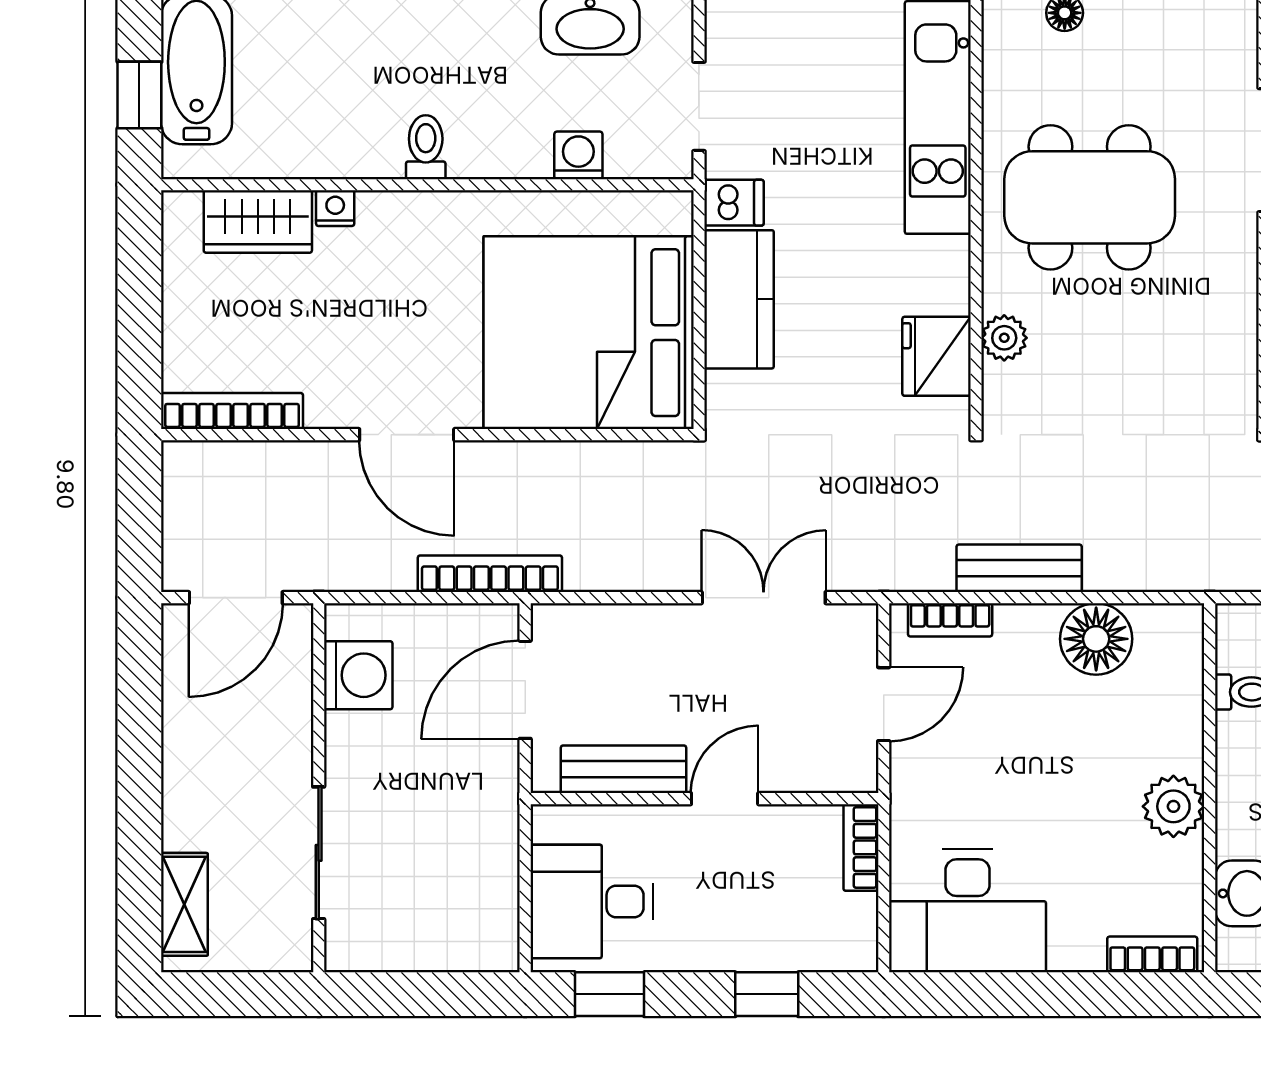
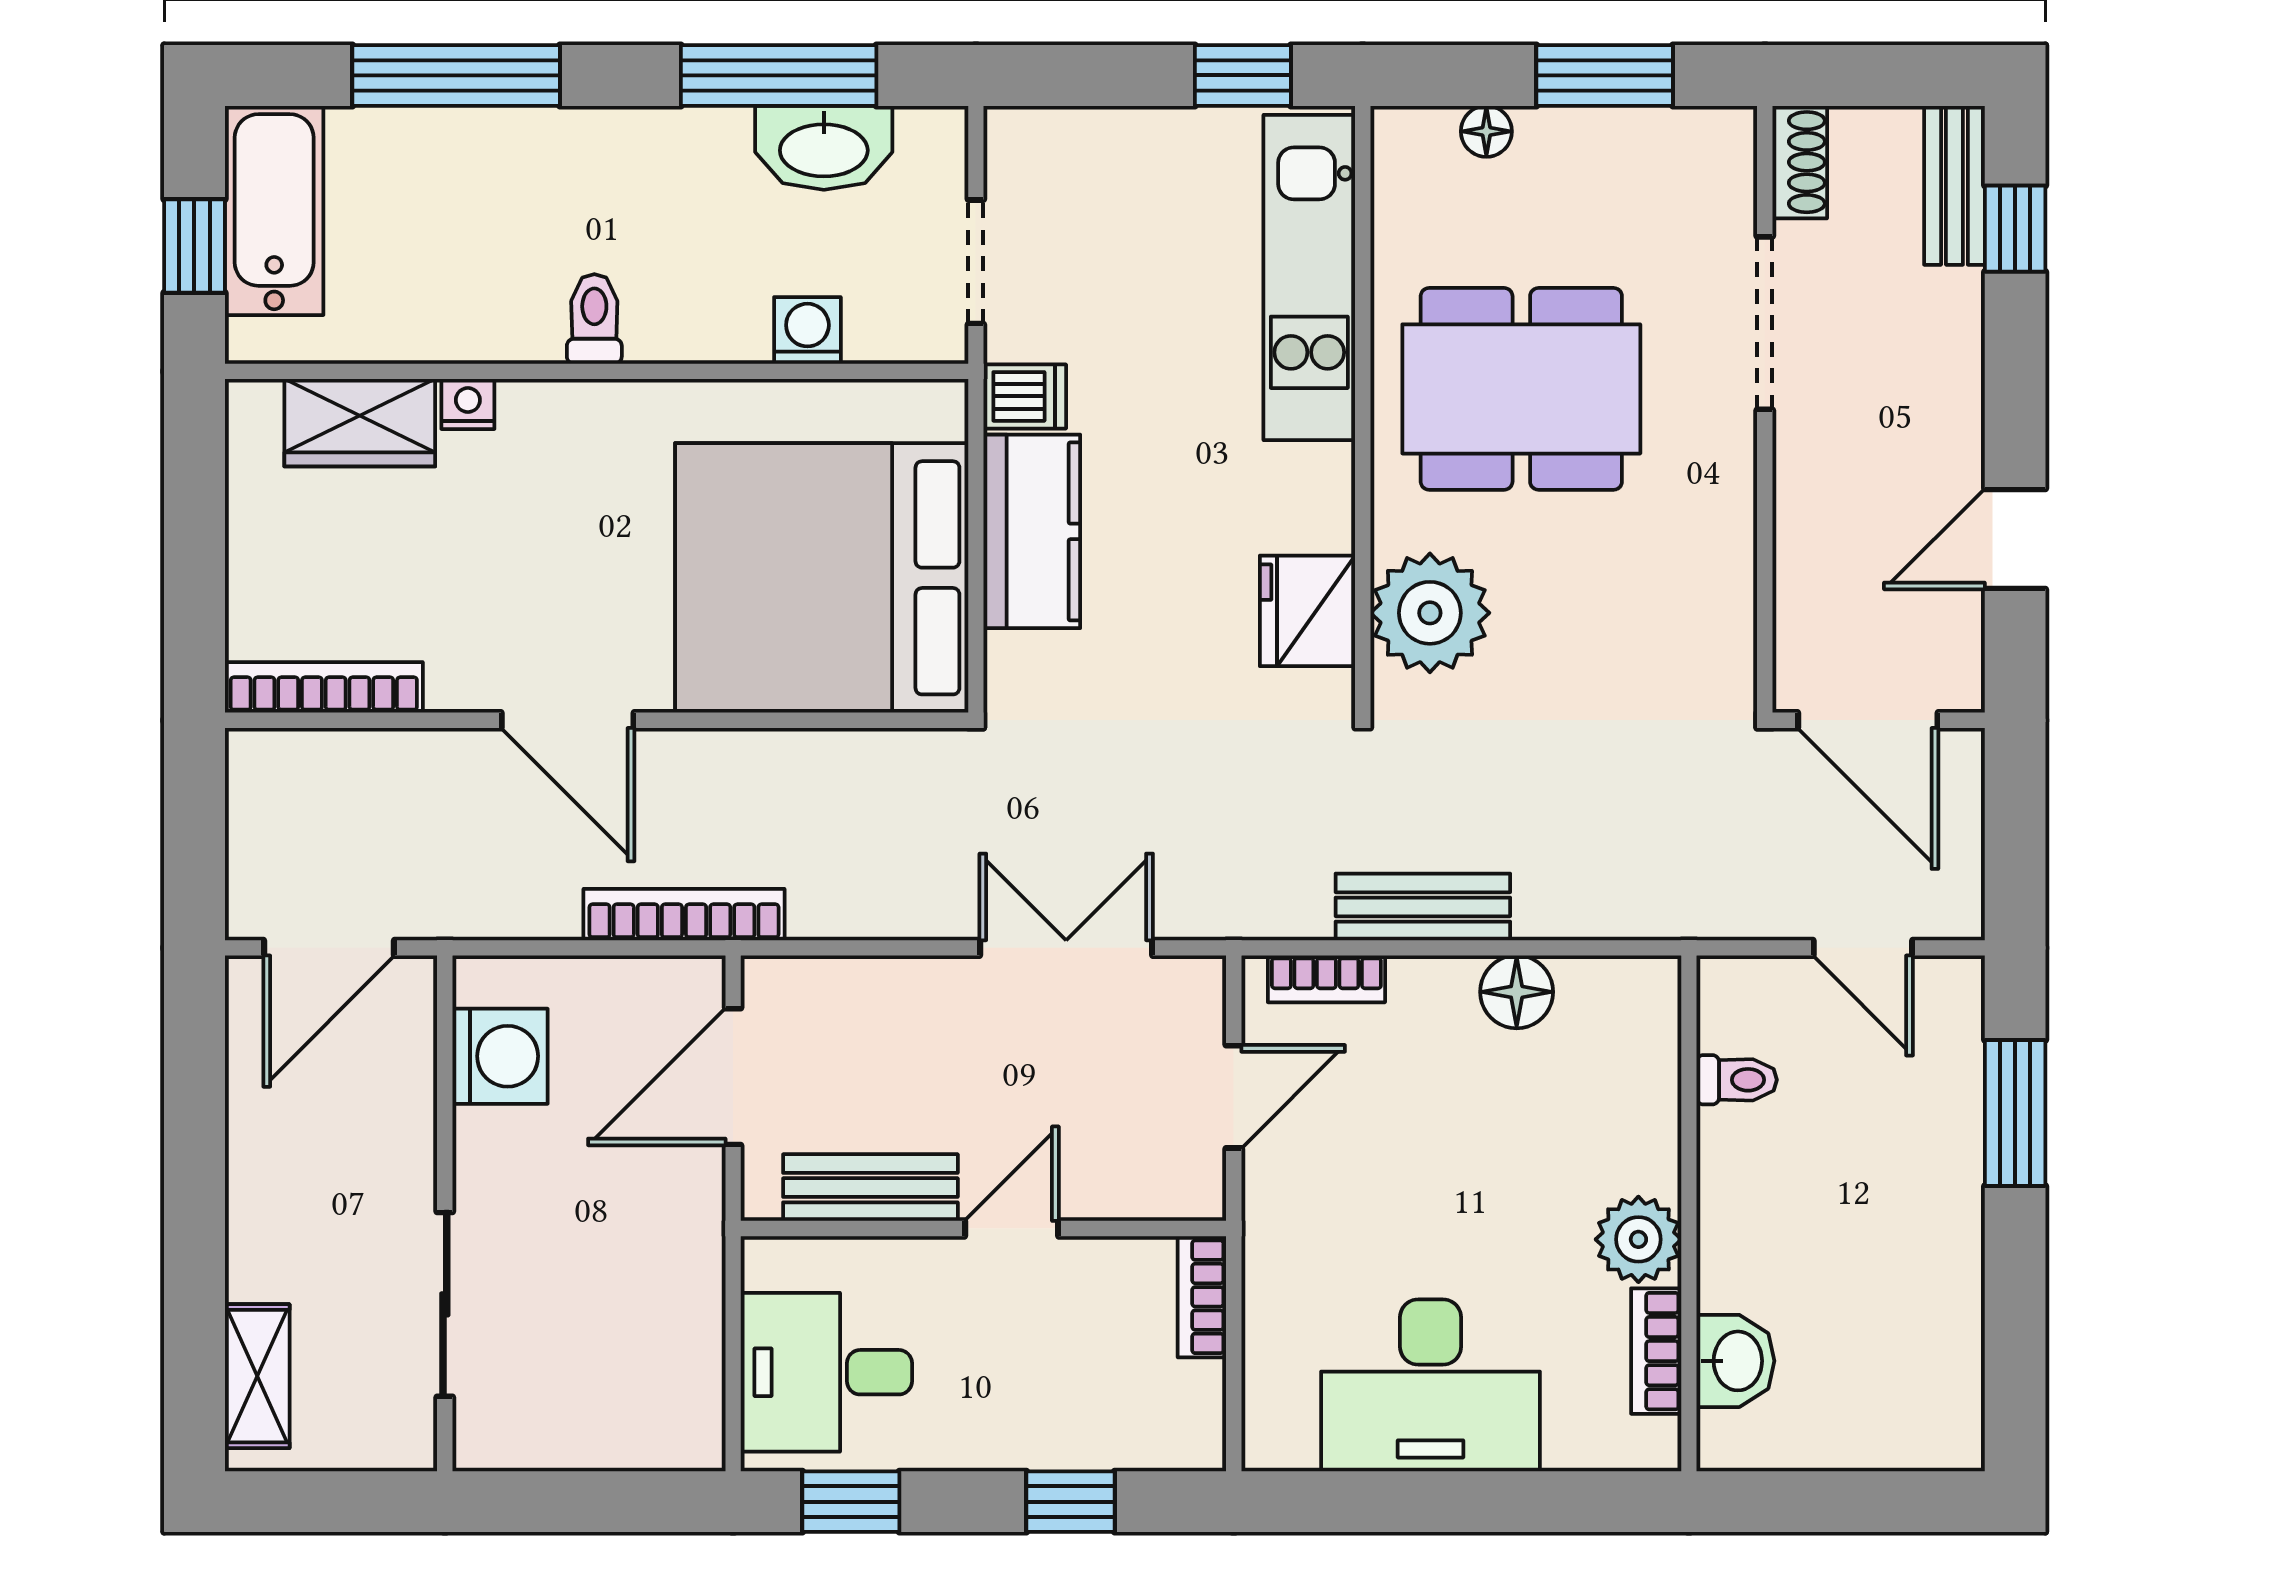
plant: (1004, 338) -> (1430, 613), width x1.87, depth x1.87
floor lamp: (1096, 639) -> (1517, 992), width x0.73, depth x0.73
desk: (967, 911) -> (1431, 1385), moved
bookcase: (1152, 954) -> (1656, 1351), moved, turned -90

